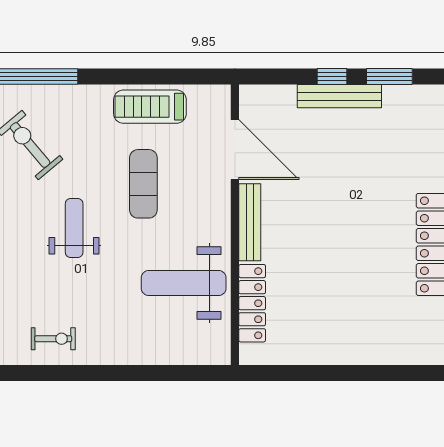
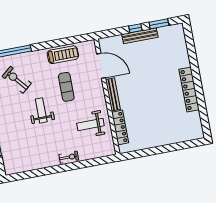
treadmill: (150, 107) -> (63, 55), turned 180
weight bench: (184, 283) -> (90, 125), width x0.73, depth x0.75
exercise bike: (53, 339) -> (69, 157), moved

